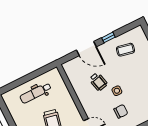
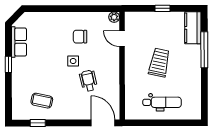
window: (108, 37) -> (38, 123), moved
door: (86, 48) -> (103, 123), moved

